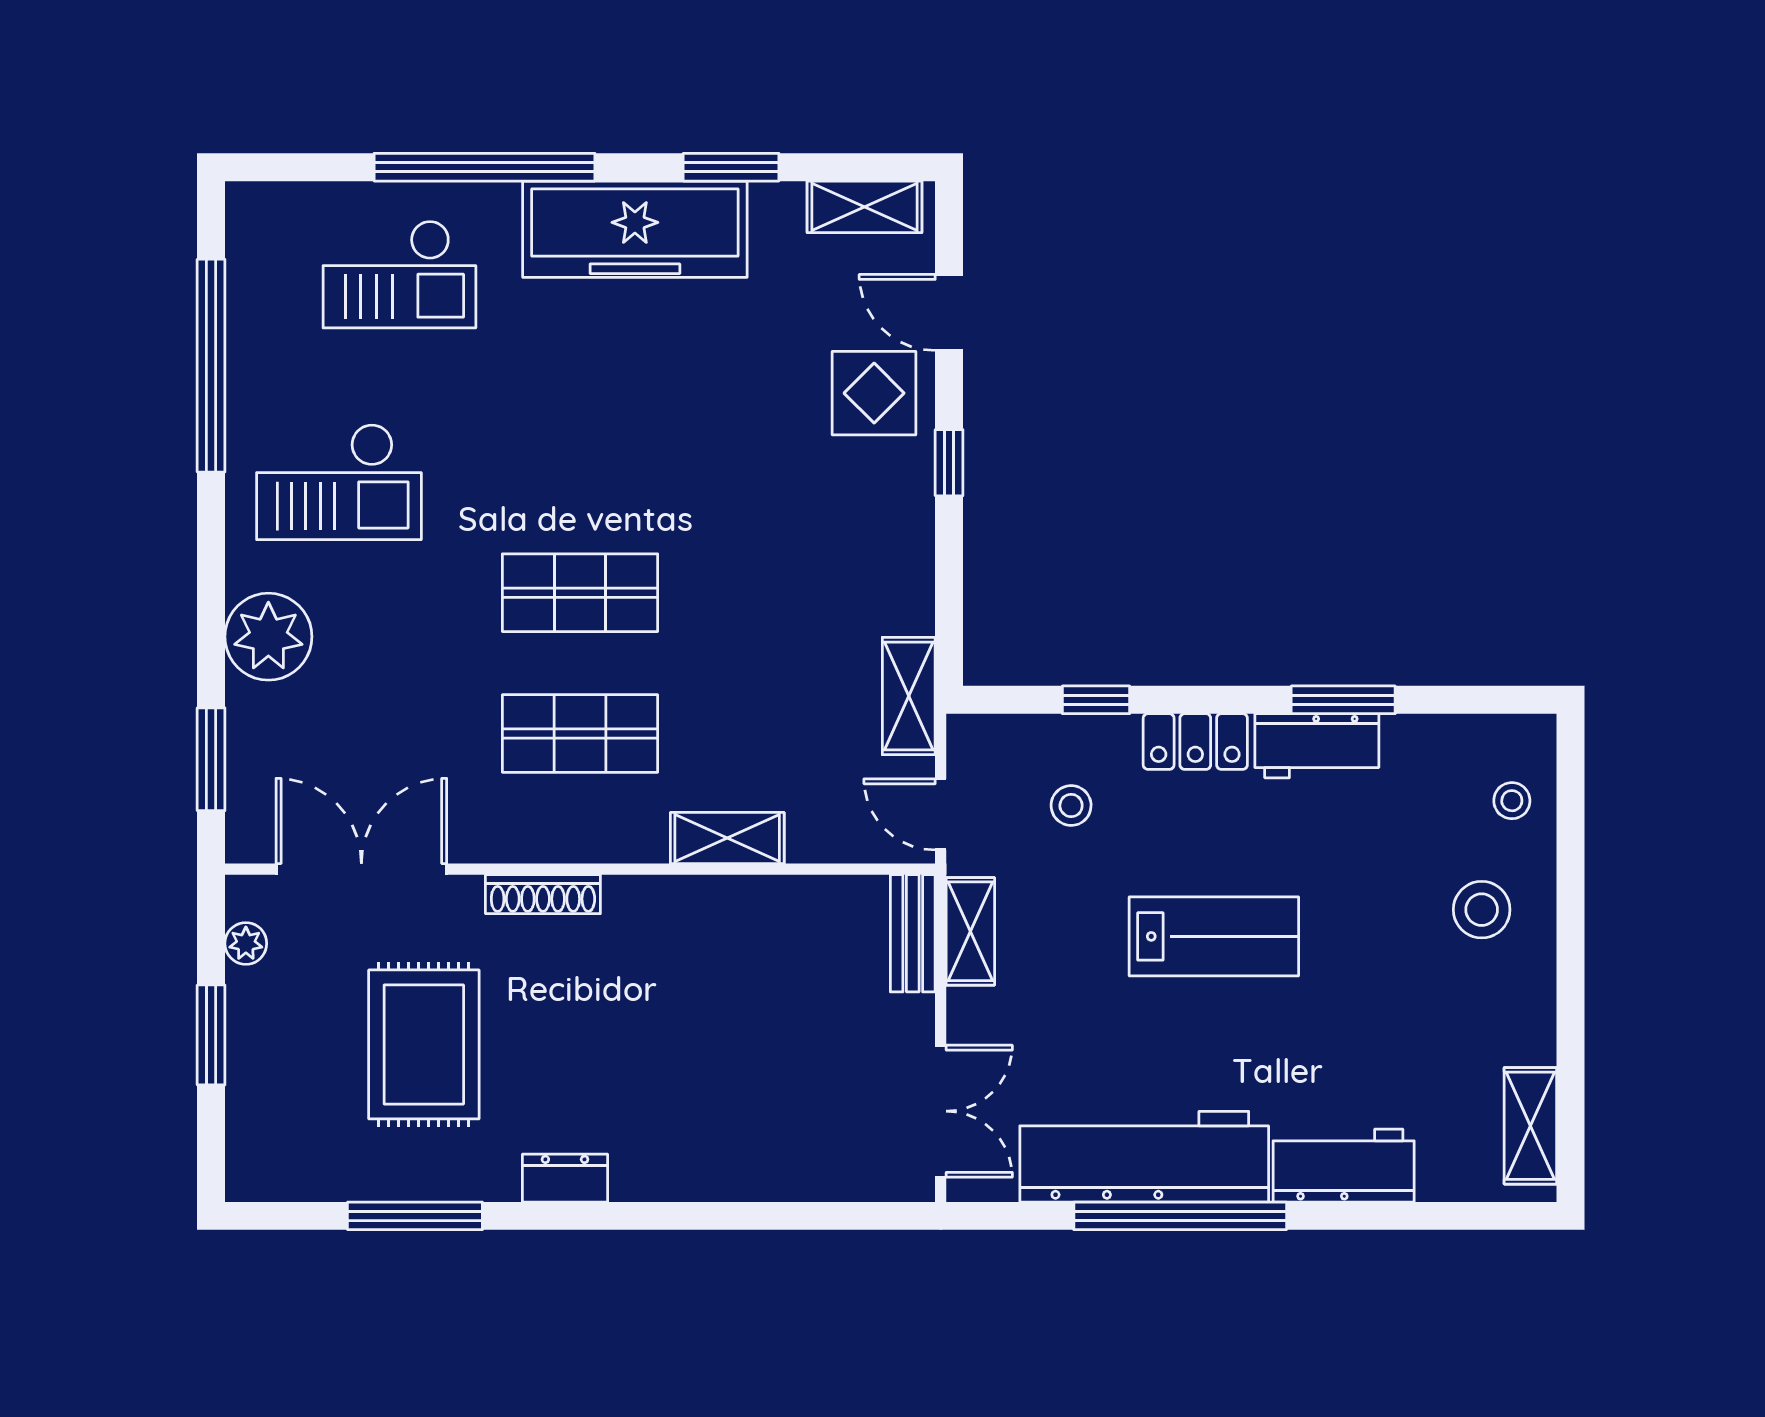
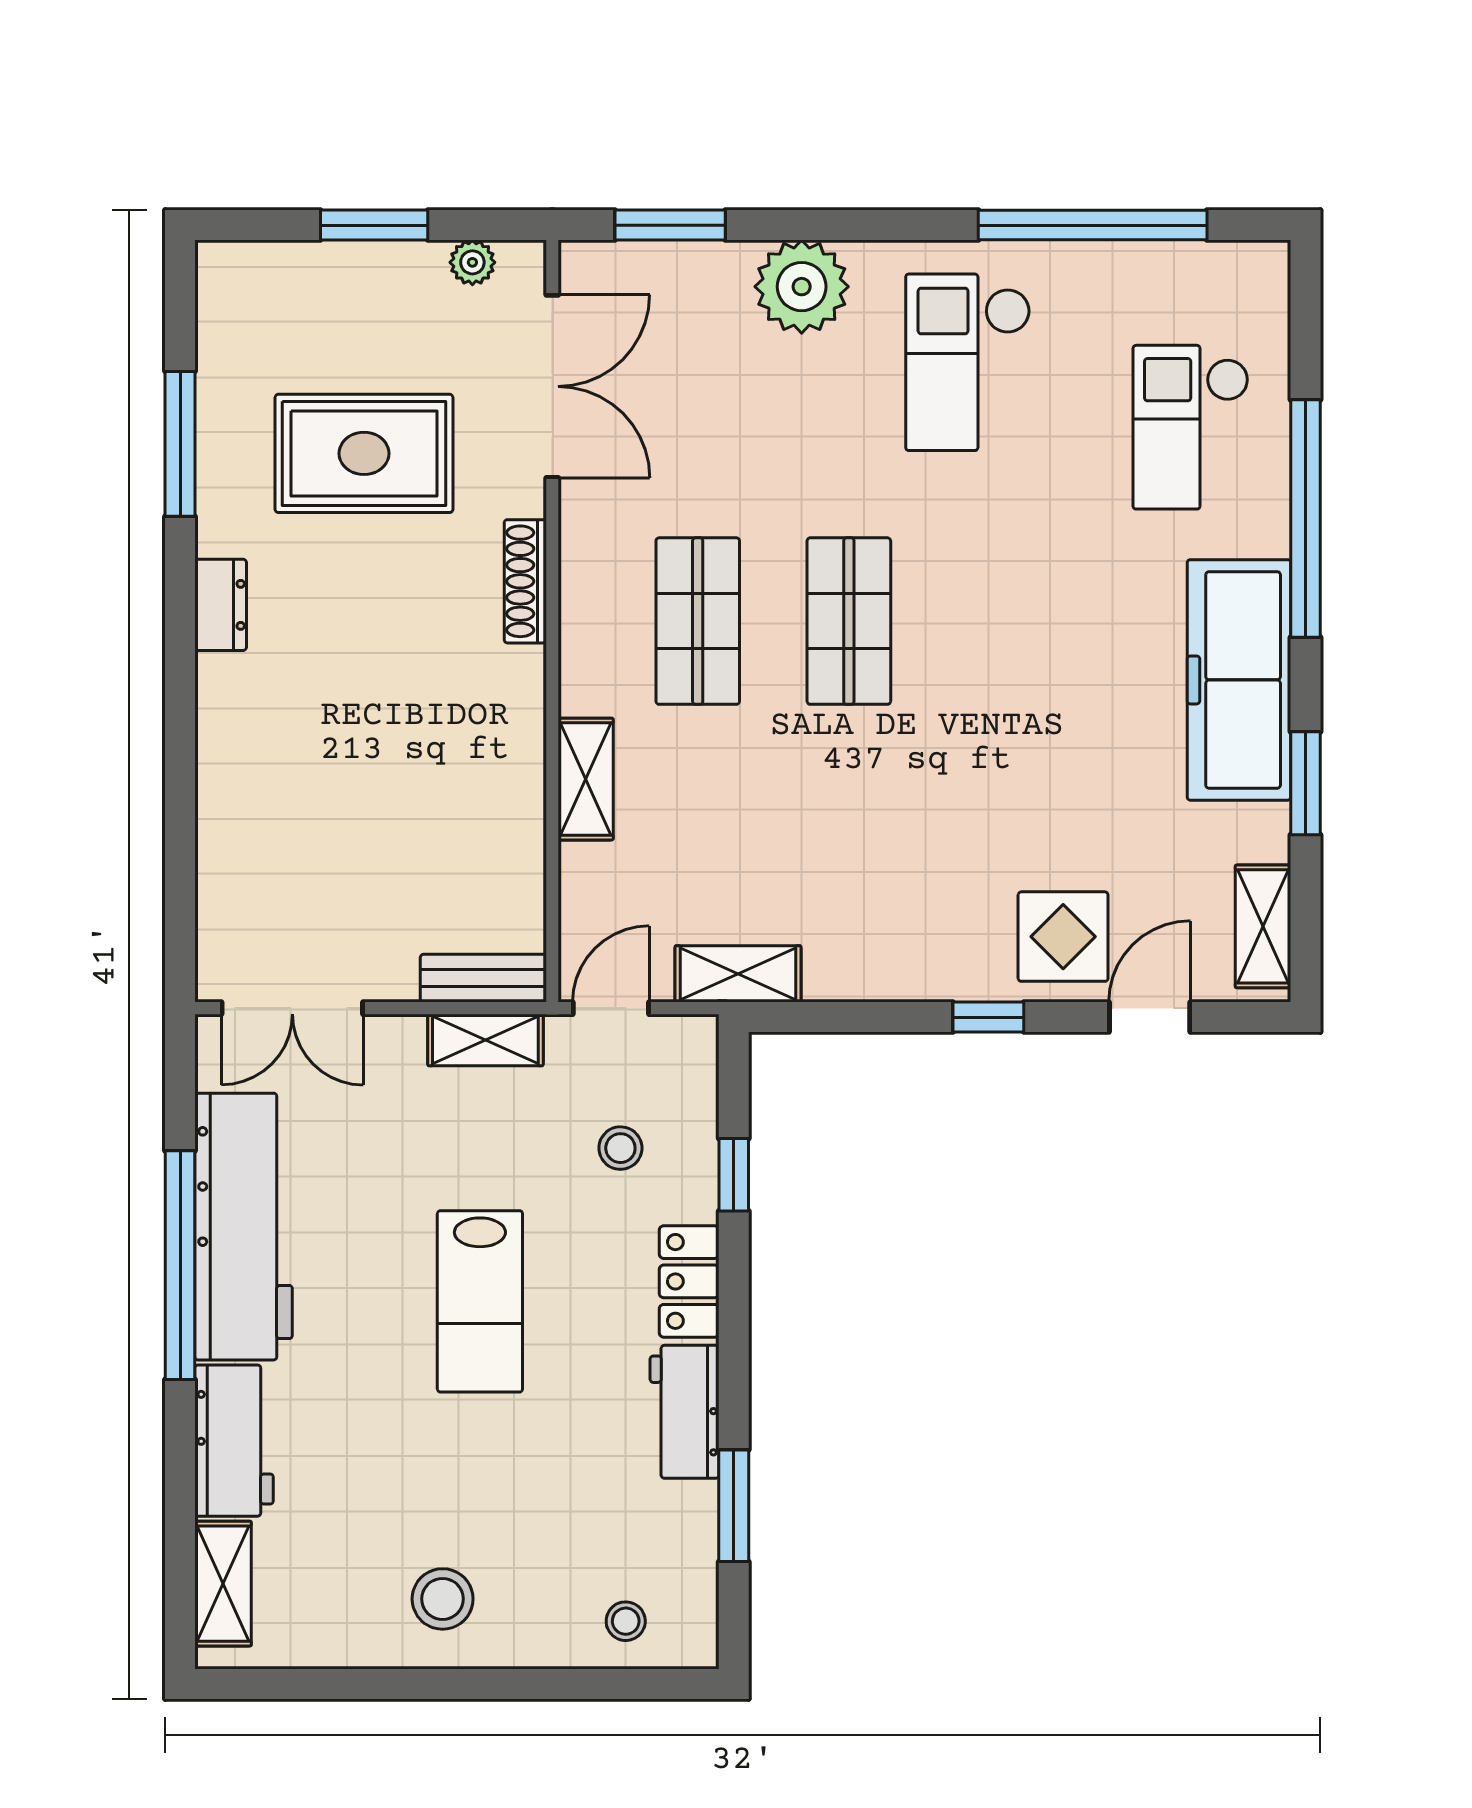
window: (1343, 700) -> (734, 1506), moved
stool: (1482, 910) -> (443, 1599), moved
shelving: (1530, 1126) -> (223, 1584), moved, turned 90

